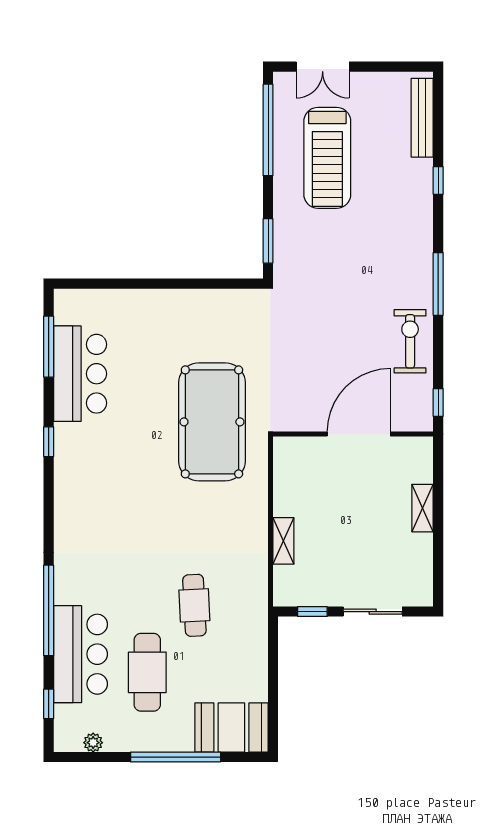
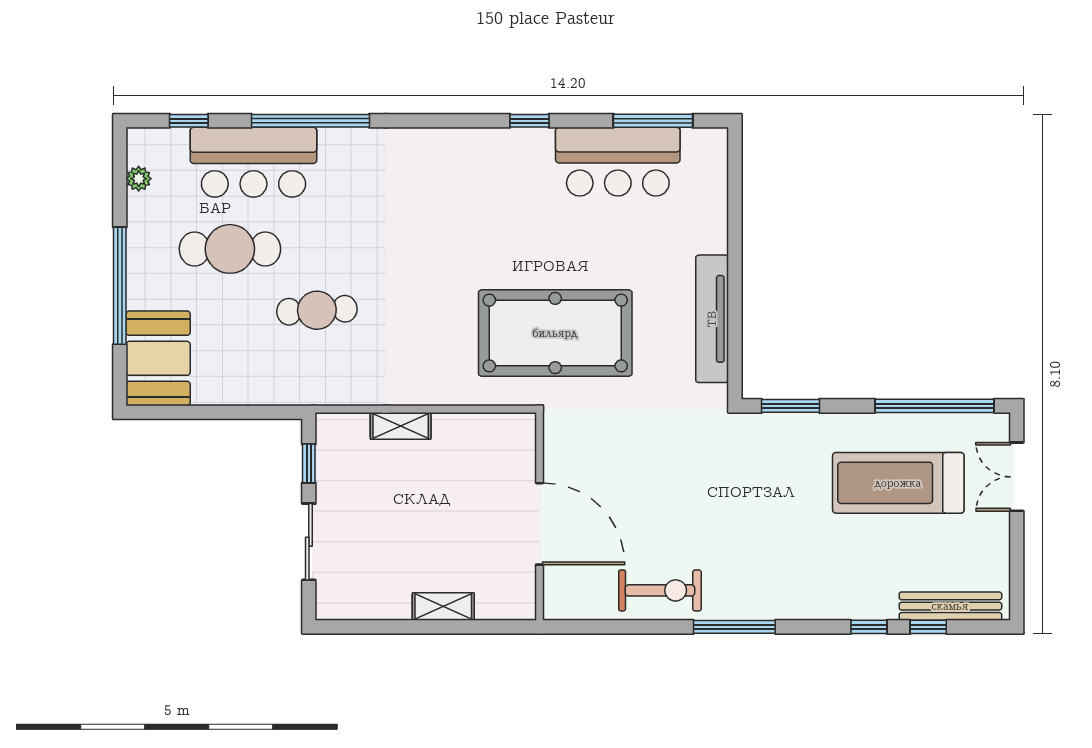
tv unit: (201, 301) -> (712, 319), added
window: (438, 402) -> (928, 627), moved

